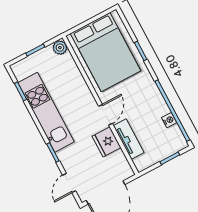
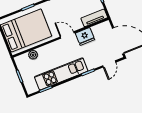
plant: (60, 48) -> (33, 55), moved
tv unit: (129, 139) -> (94, 18), moved
door: (69, 183) -> (109, 64), hinge flipped

